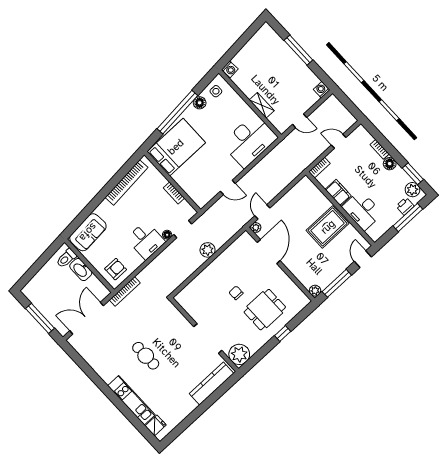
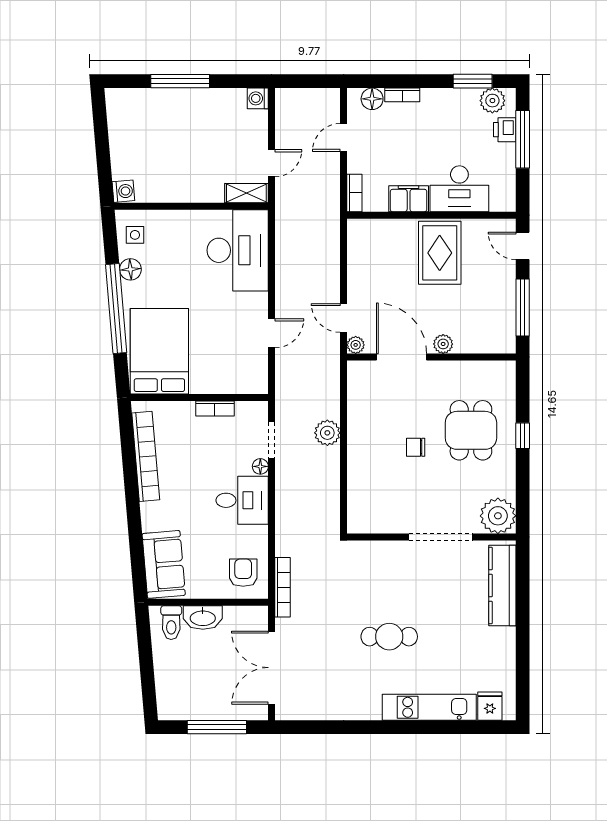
shelving: (262, 105) -> (246, 193), moved
floor lamp: (390, 164) -> (372, 99), moved
plant: (315, 291) -> (443, 344), moved

